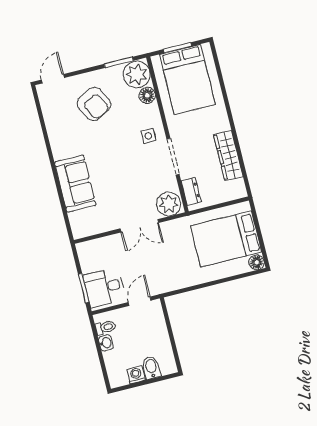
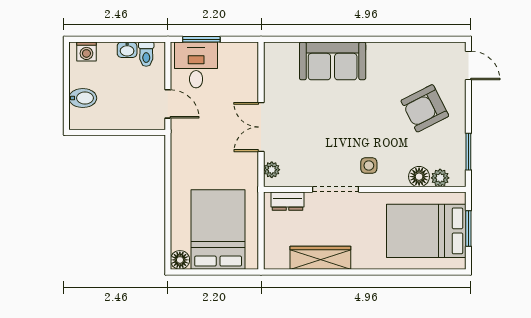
plant: (137, 74) -> (440, 178), width x0.53, depth x0.53
plant: (169, 204) -> (272, 170), width x0.53, depth x0.53
washing machine: (136, 375) -> (86, 51), moved, turned 90

